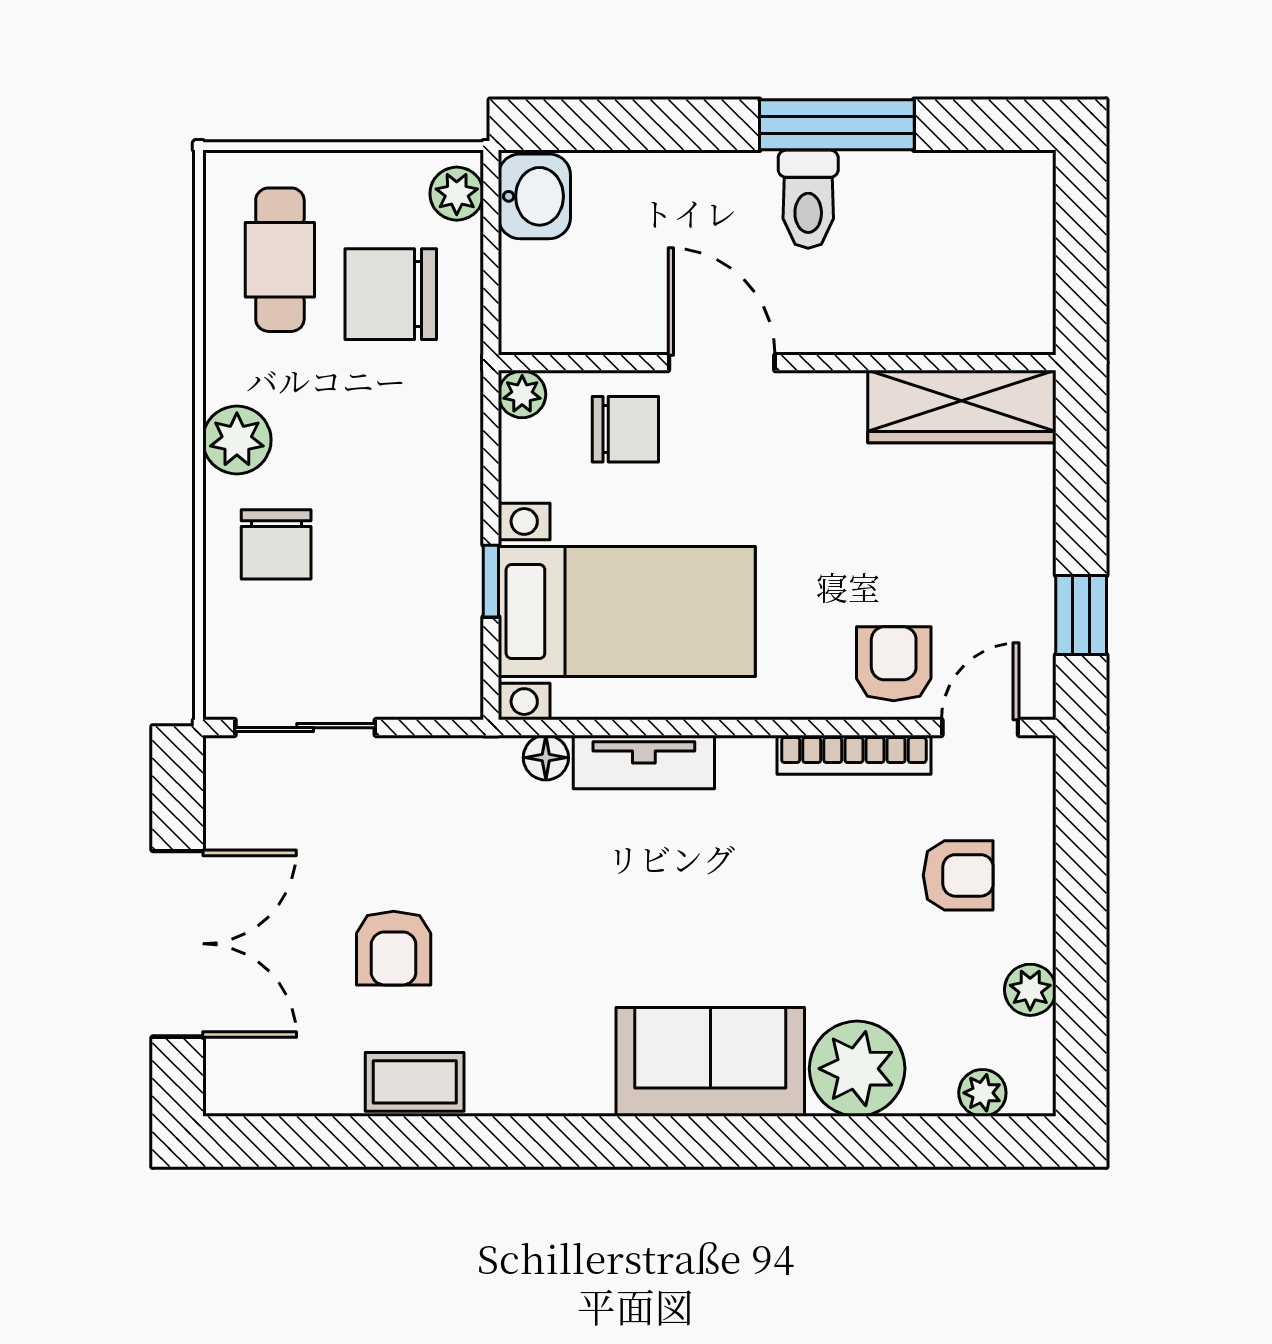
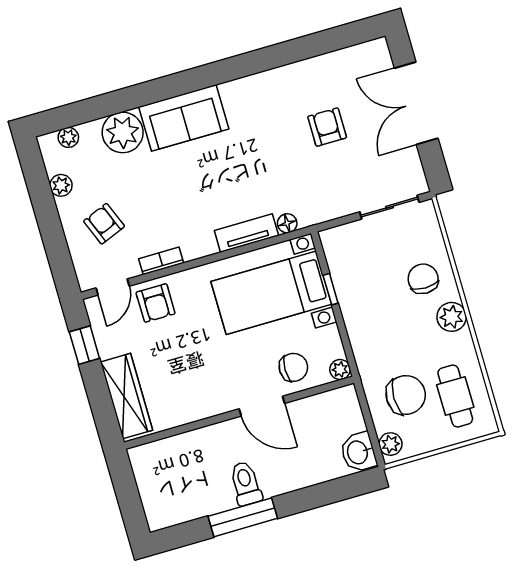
wardrobe: (962, 407) -> (127, 396), moved, turned 90
chair: (625, 429) -> (293, 367), turned 180
bookcase: (854, 755) -> (161, 261), width x0.64
armchair: (958, 875) -> (104, 224), turned 68
coffee table: (415, 1082) -> (303, 75), removed

